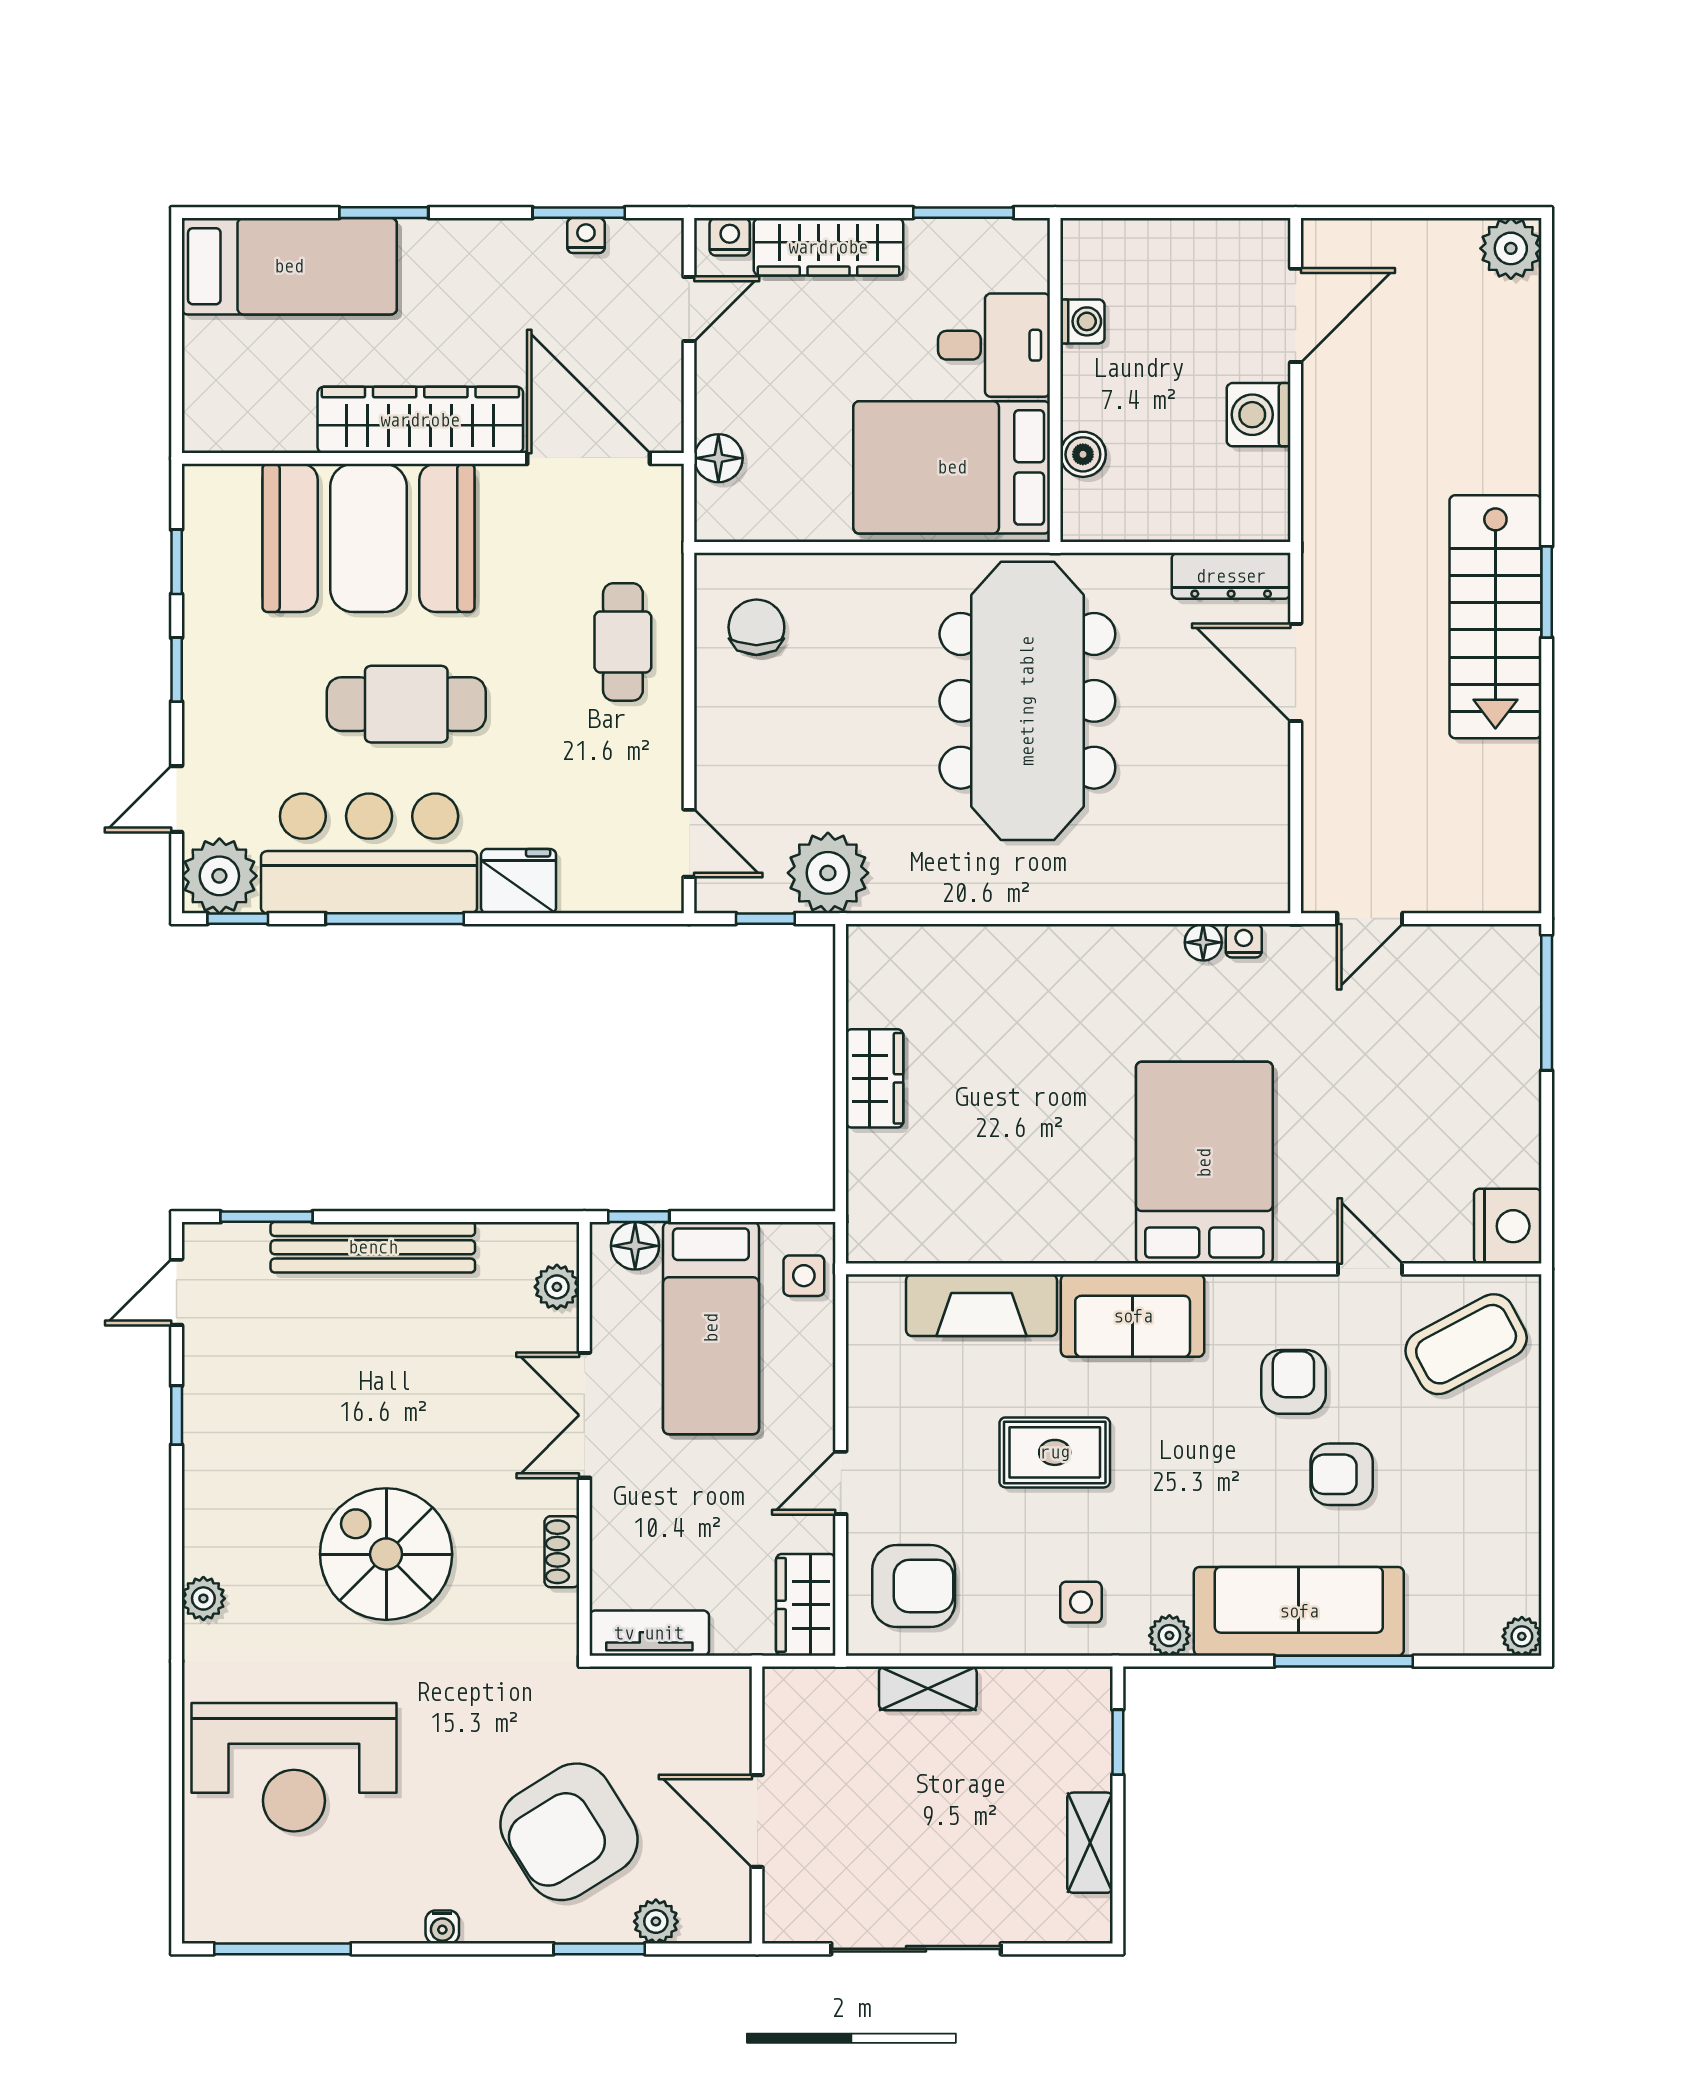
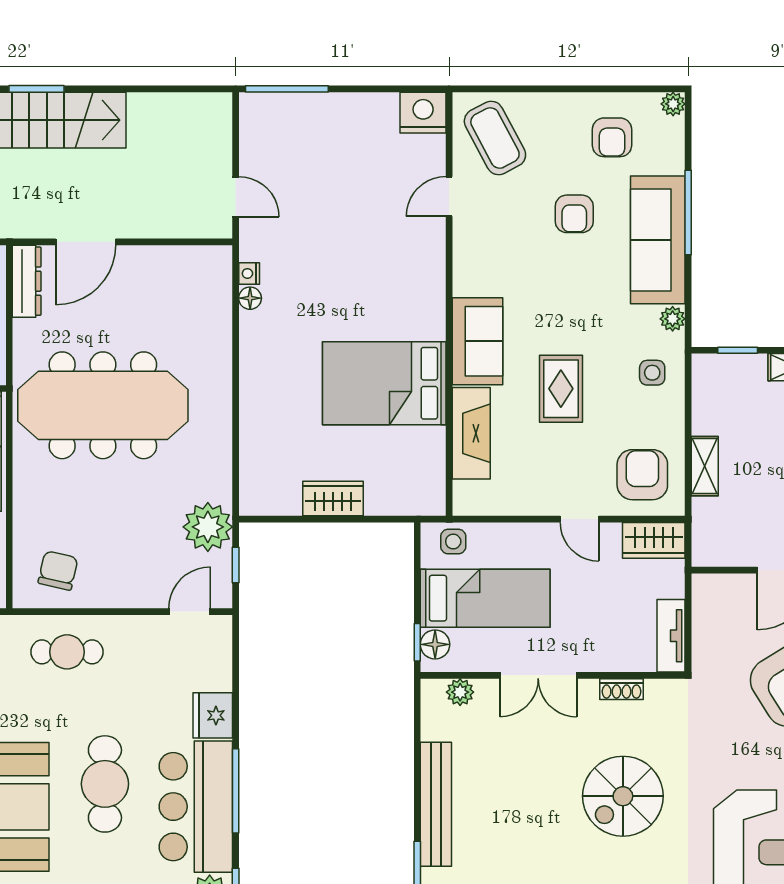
chair: (756, 627) -> (58, 570), turned 103
bed: (1204, 1163) -> (384, 383), moved
armchair: (1293, 1382) -> (612, 137), moved, turned -90

